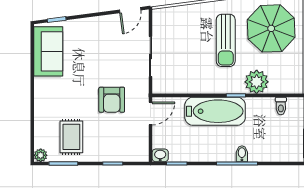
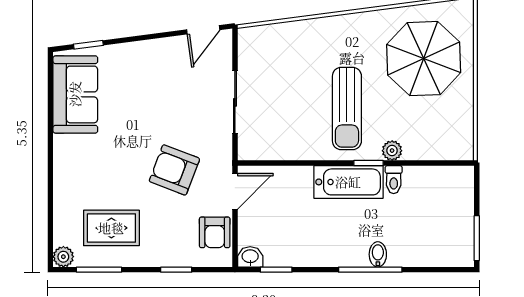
sun lounger: (226, 40) -> (347, 109), moved
plant: (257, 82) -> (392, 151), width x0.53, depth x0.53
armchair: (112, 100) -> (174, 170), turned 111
toilet: (281, 106) -> (394, 180), moved
bathtub: (215, 111) -> (348, 182), width x0.73, depth x0.73
rug: (71, 137) -> (111, 228), turned 90
armchair: (137, 140) -> (215, 232), added

